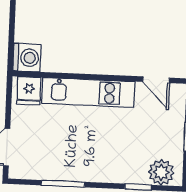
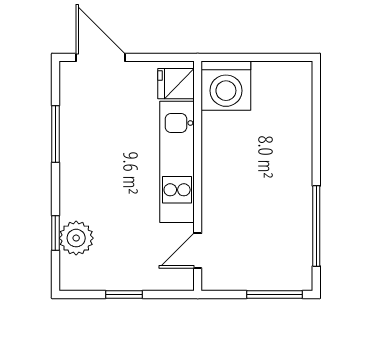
washing machine: (27, 58) -> (226, 86), width x1.37, depth x1.37
plant: (161, 172) -> (76, 238), moved

